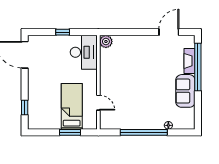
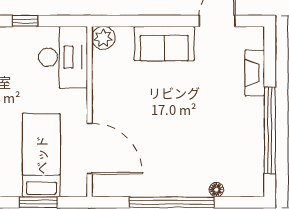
window: (198, 67) -> (270, 130), moved
sofa: (185, 91) -> (164, 44), moved, turned -90
door: (98, 103) -> (90, 149), width x1.88

